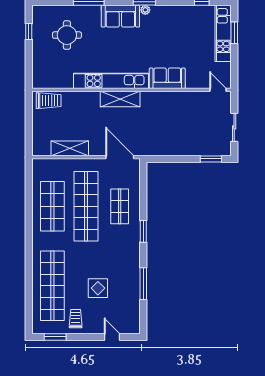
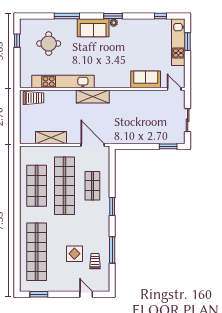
sofa: (167, 78) -> (146, 79), moved
kitchen unit: (111, 81) -> (63, 81), moved
trolley: (76, 319) -> (95, 261), moved

